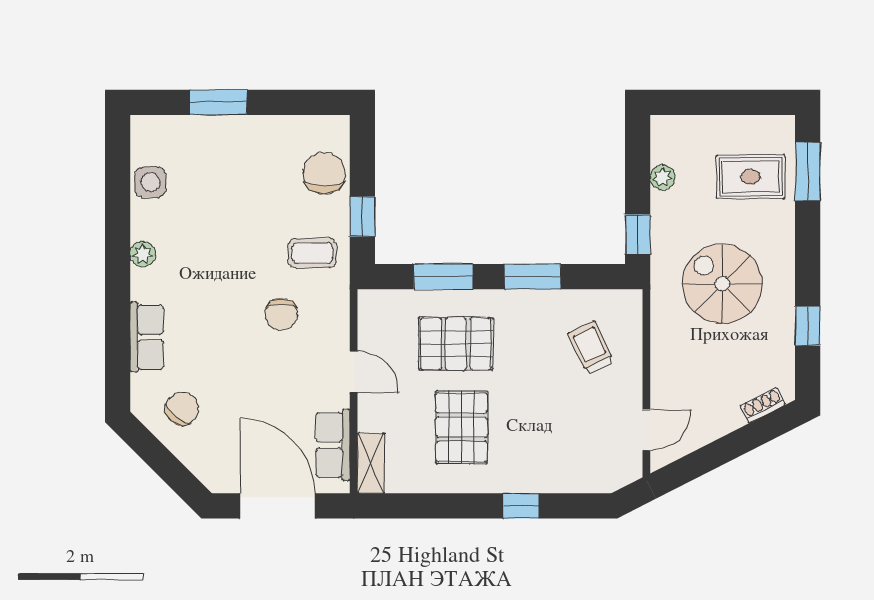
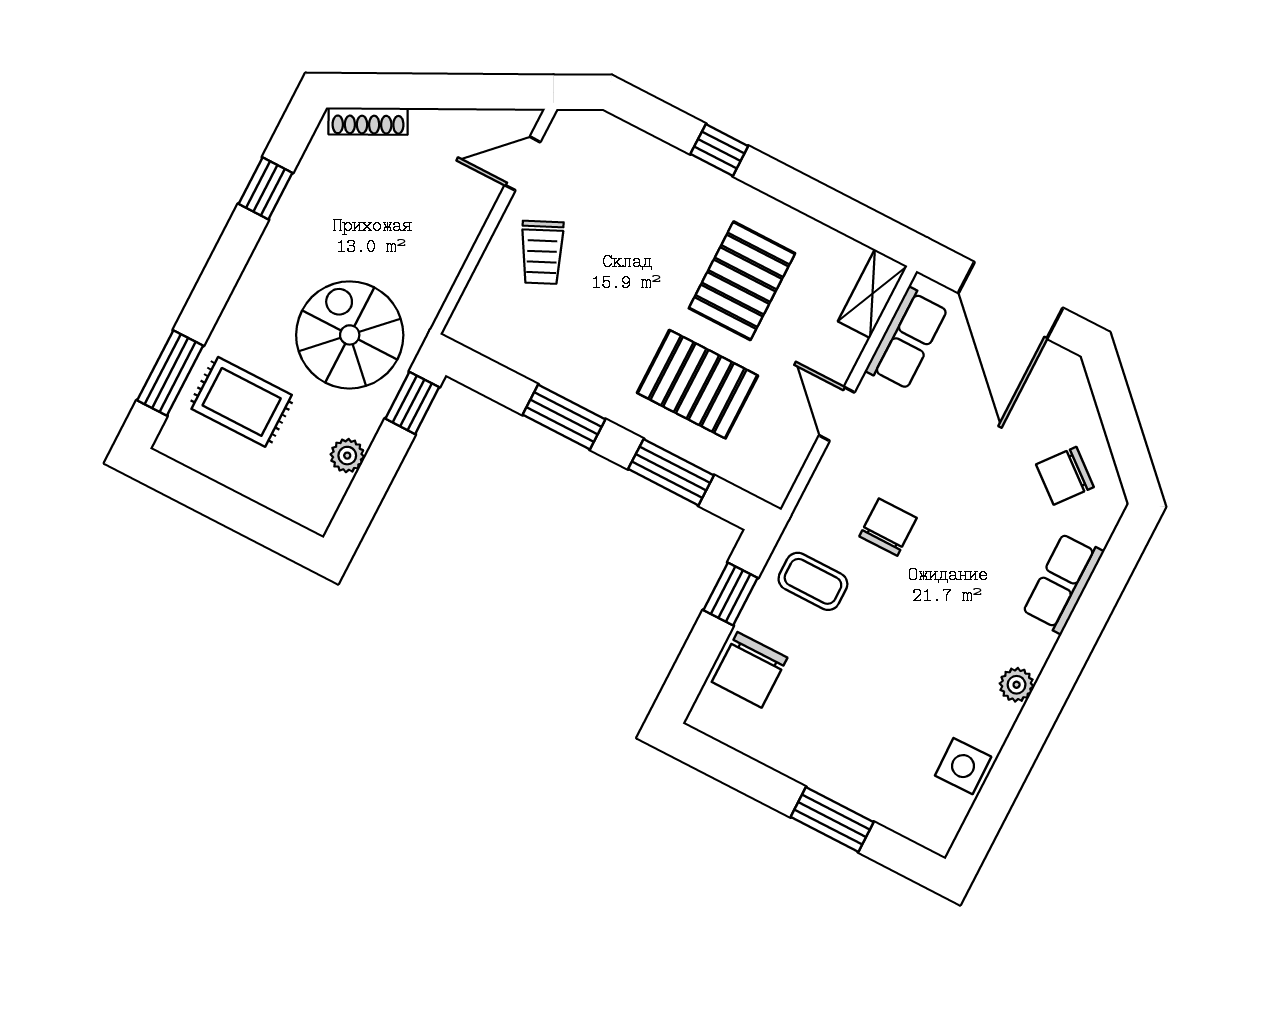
spiral stairs: (722, 284) -> (350, 335), moved, turned 180
trolley: (591, 348) -> (542, 252), moved
shoe rack: (763, 405) -> (368, 121), width x1.43

